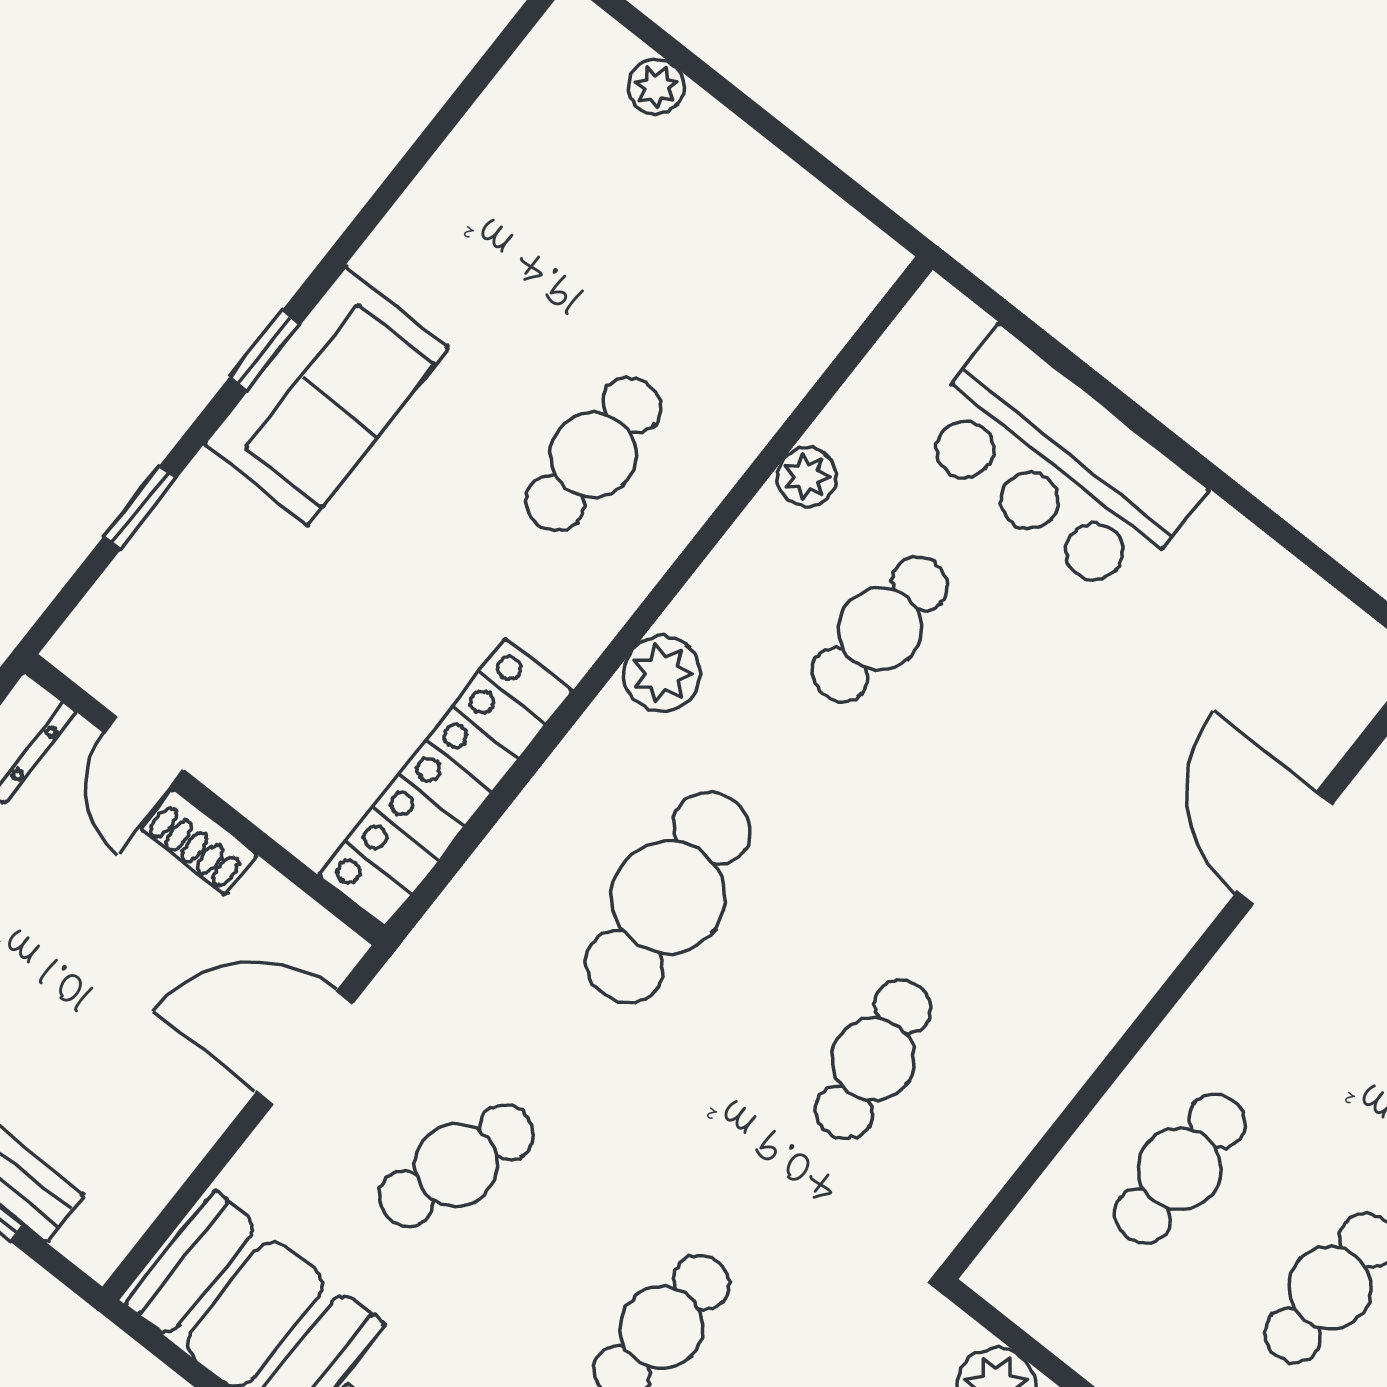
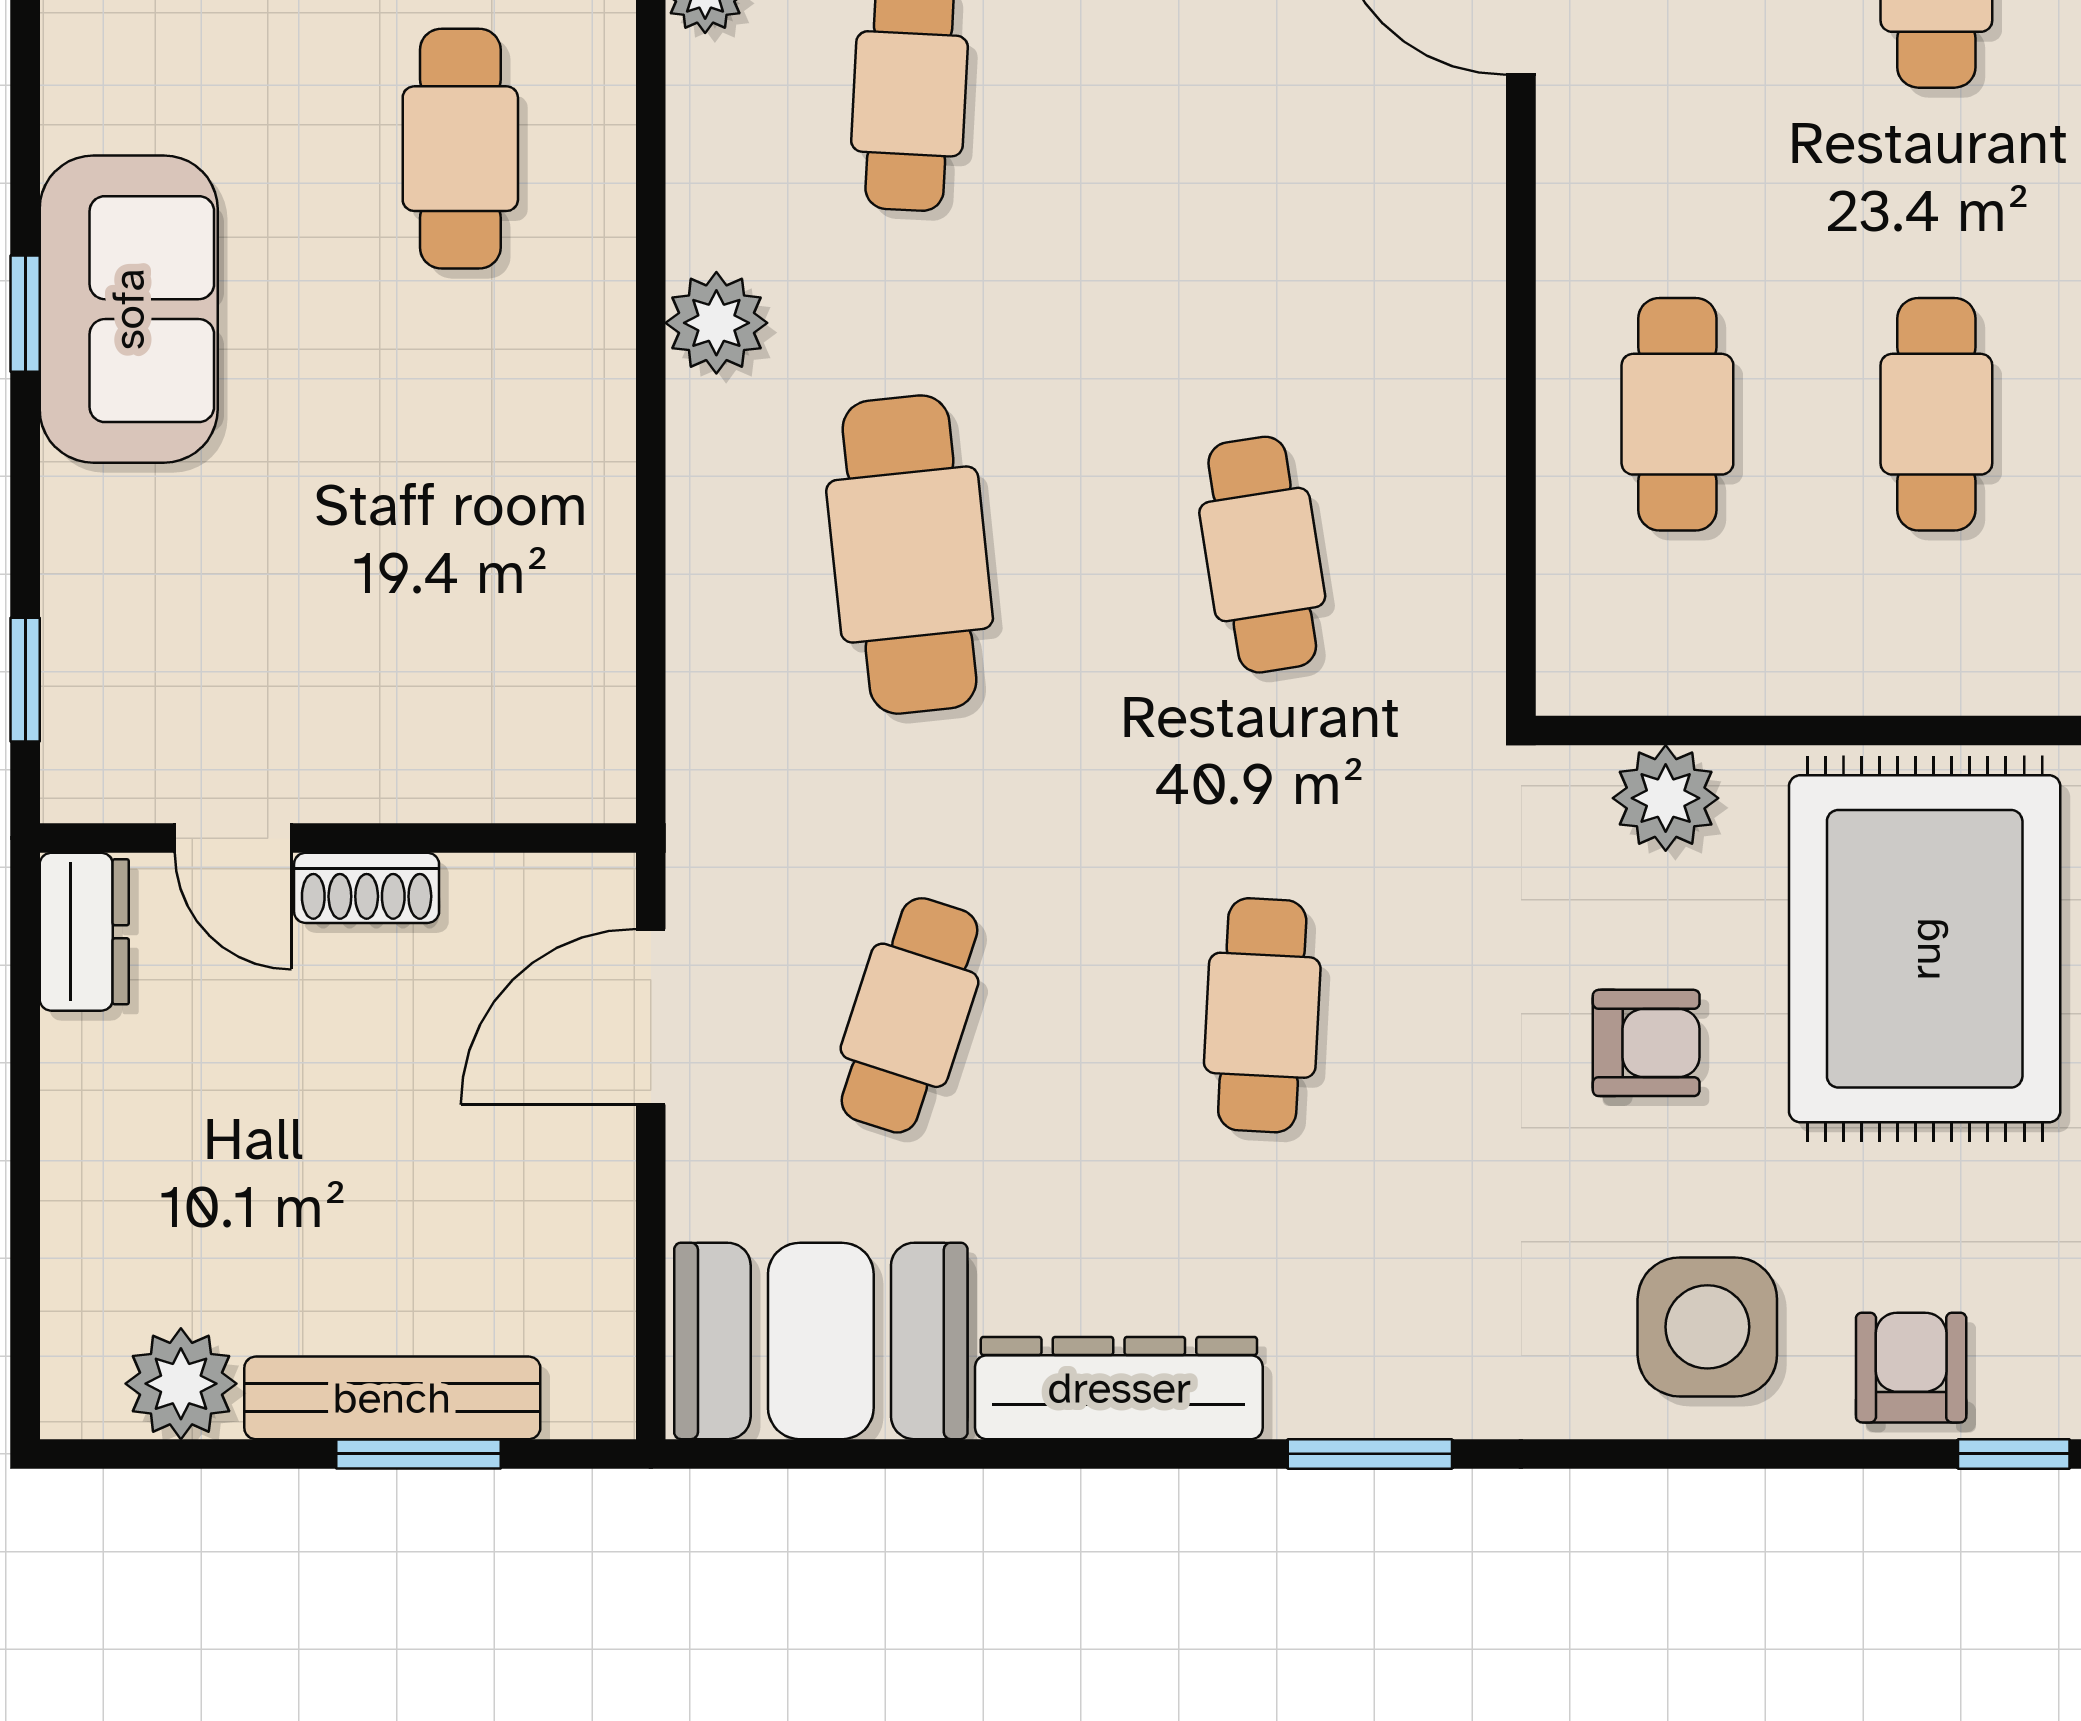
window: (140, 508) -> (25, 680), moved
locker: (445, 783) -> (579, 620), removed

